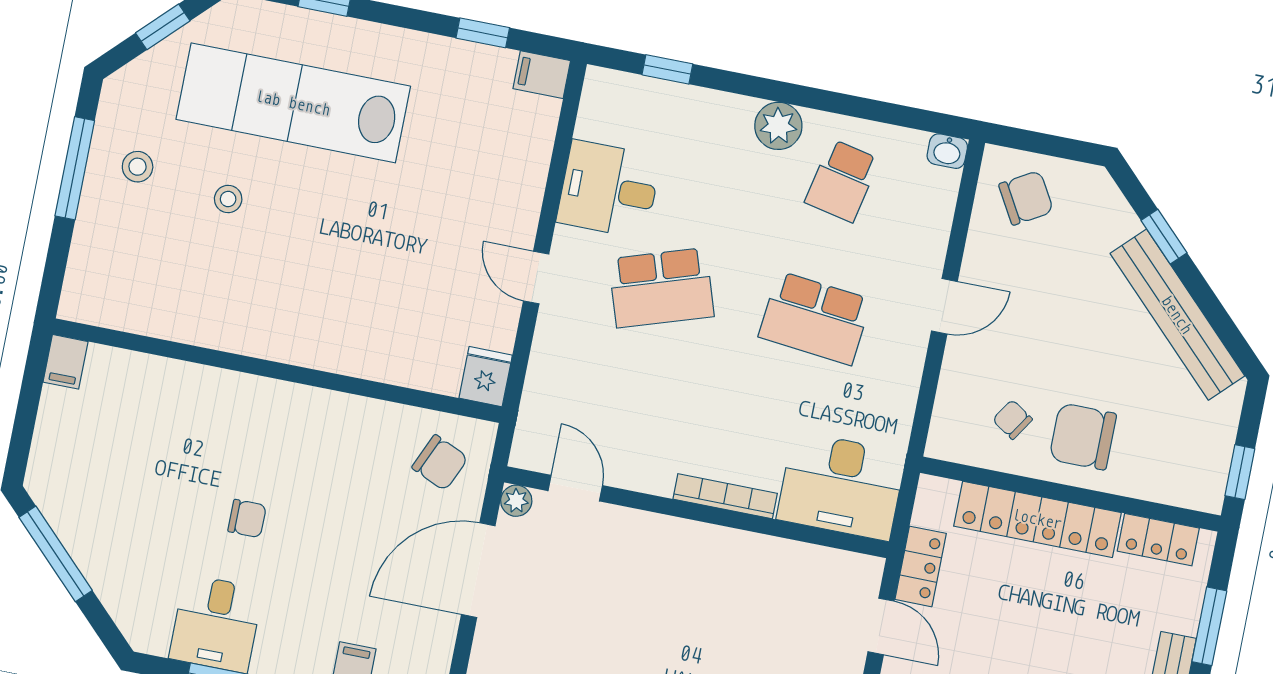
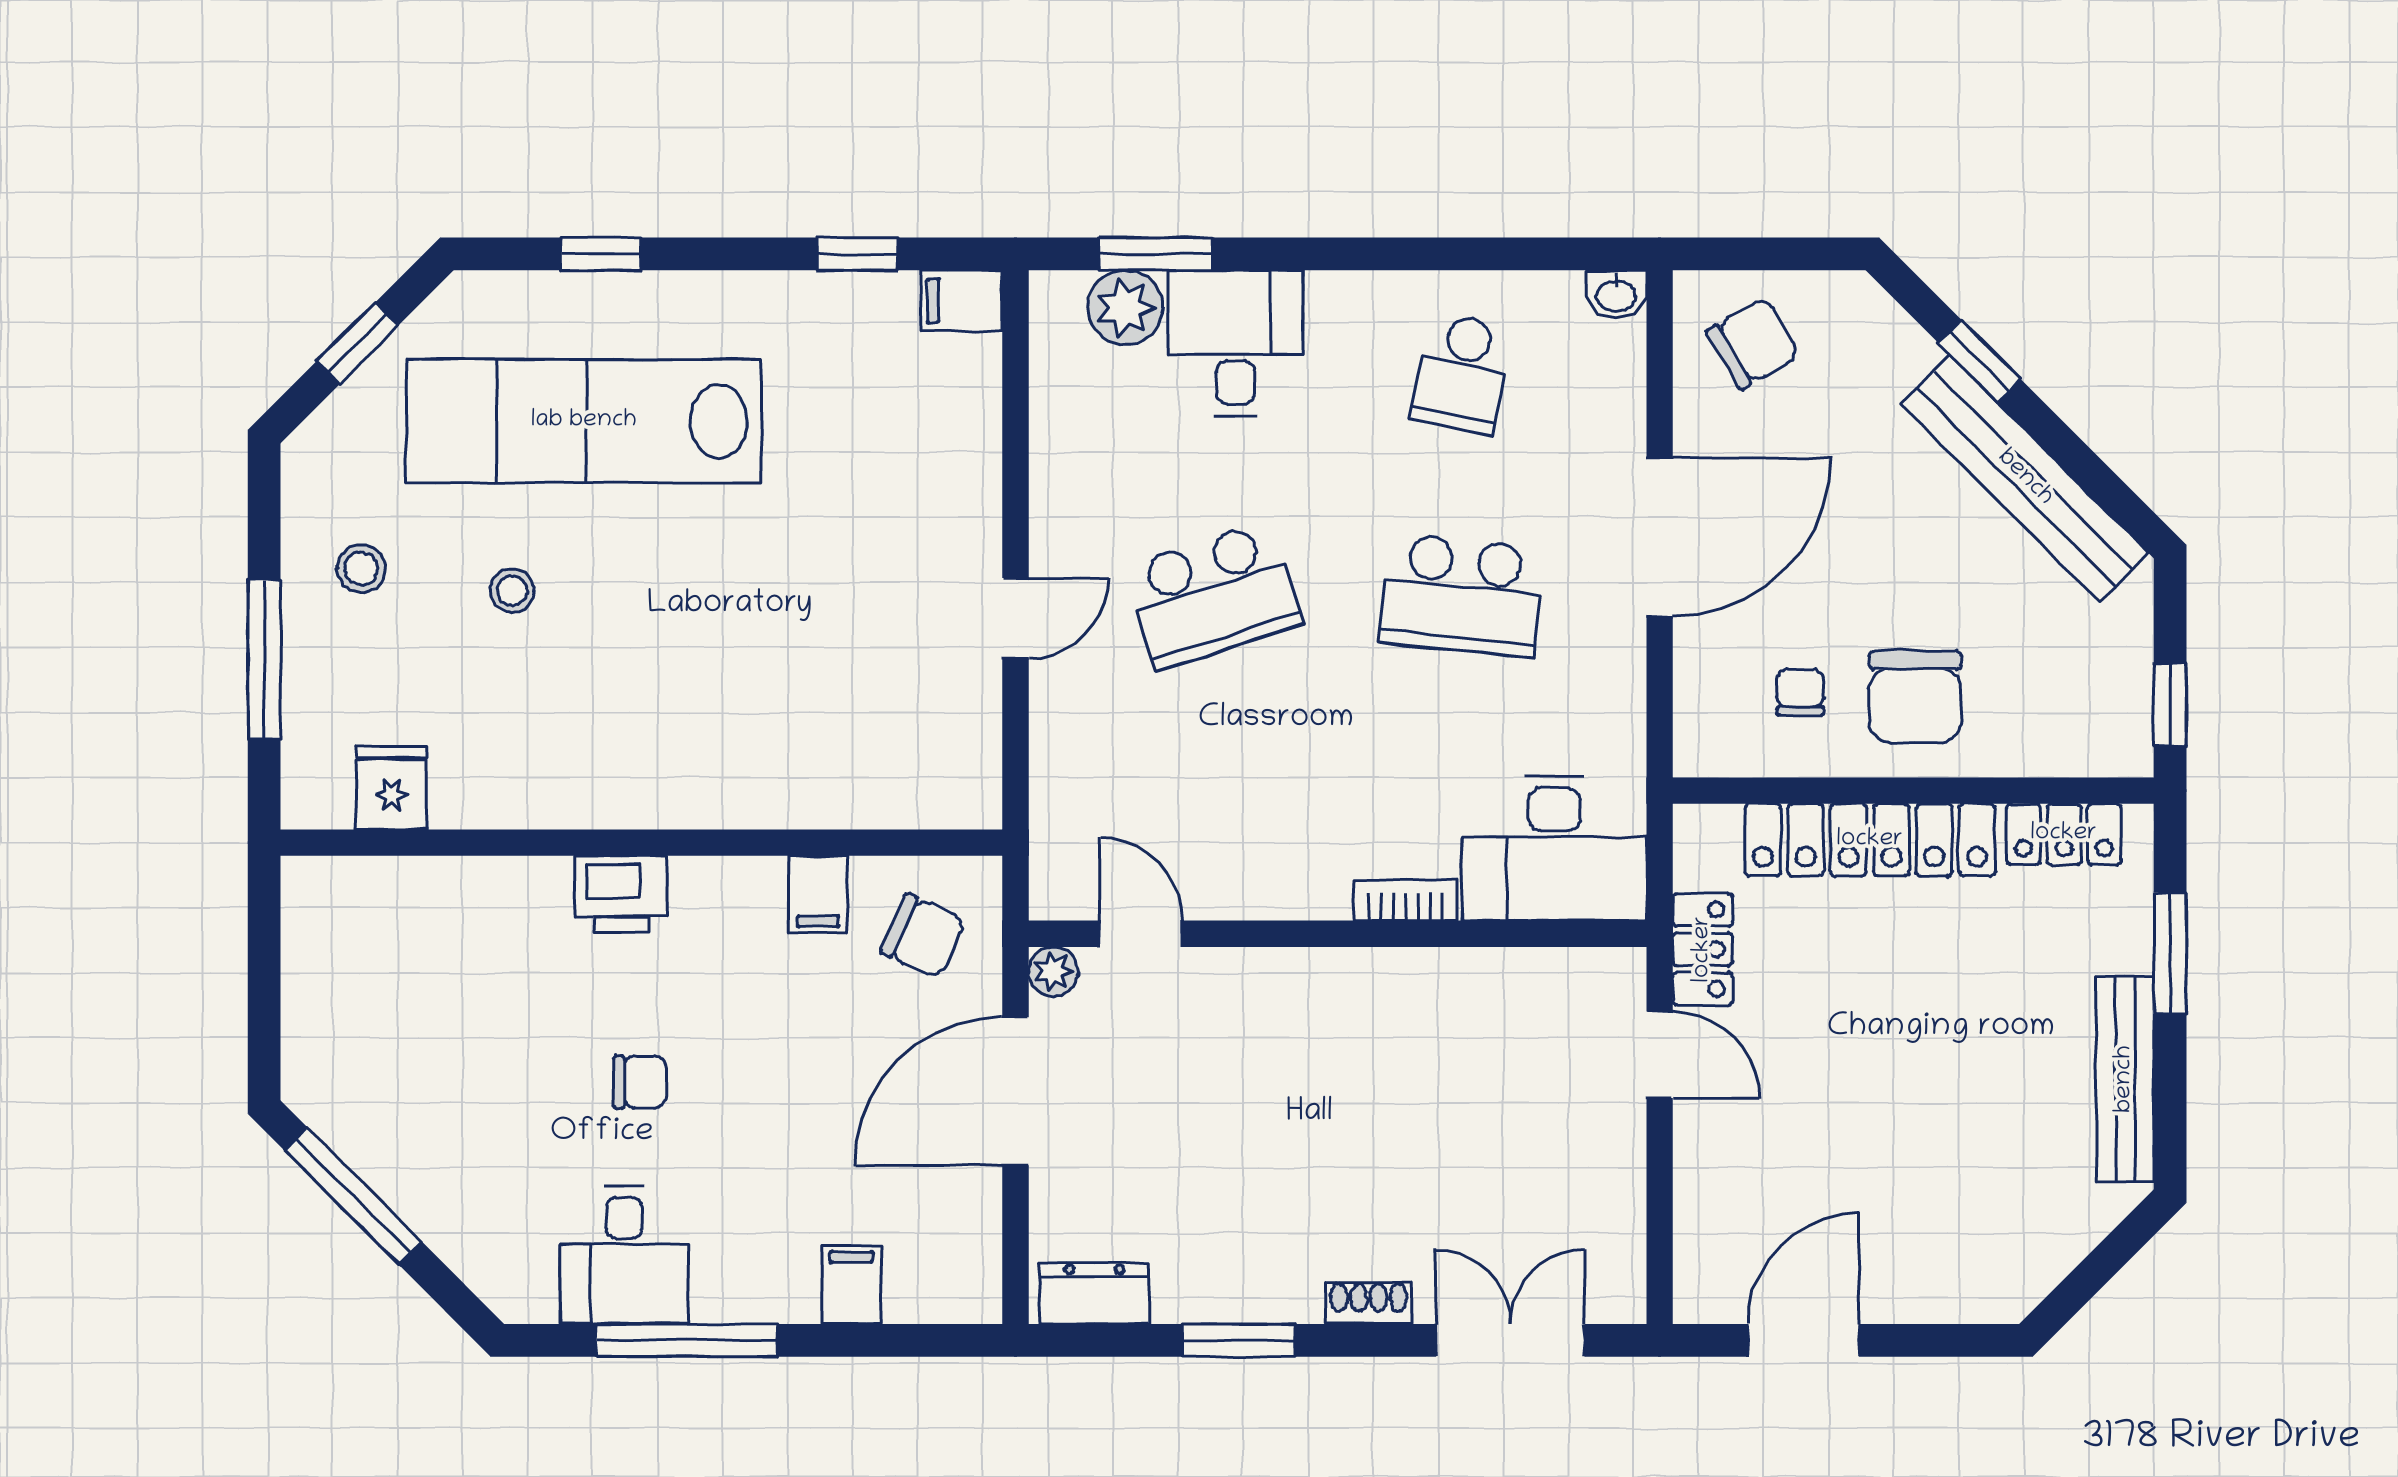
window: (667, 69) -> (1156, 254), width x1.50
plant: (778, 126) -> (1125, 308), moved
window: (75, 168) -> (264, 659), moved
desk: (609, 189) -> (1235, 343), moved, turned 90
door: (536, 277) -> (1015, 618), swing flipped
door: (944, 306) -> (1660, 537), width x1.87
filing cabinet: (66, 362) -> (818, 894), moved
fridge: (486, 377) -> (391, 788), moved
printer: (259, 400) -> (621, 894), added
chair: (1012, 420) -> (1800, 692), turned 57
chair: (1083, 437) -> (1915, 697), turned -90
bookcase: (725, 496) -> (1406, 900), width x0.64

